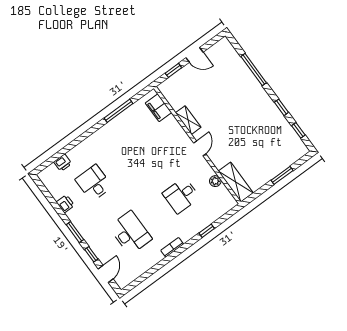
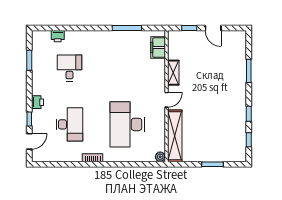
window: (254, 70) -> (249, 71), width x0.69
plant: (215, 181) -> (160, 157), moved
shelving: (236, 182) -> (175, 136), width x1.47
desk: (181, 195) -> (127, 124), width x1.87, depth x1.30
printer: (65, 204) -> (37, 102), moved
window: (207, 231) -> (127, 164), removed
window: (75, 232) -> (29, 60), moved

